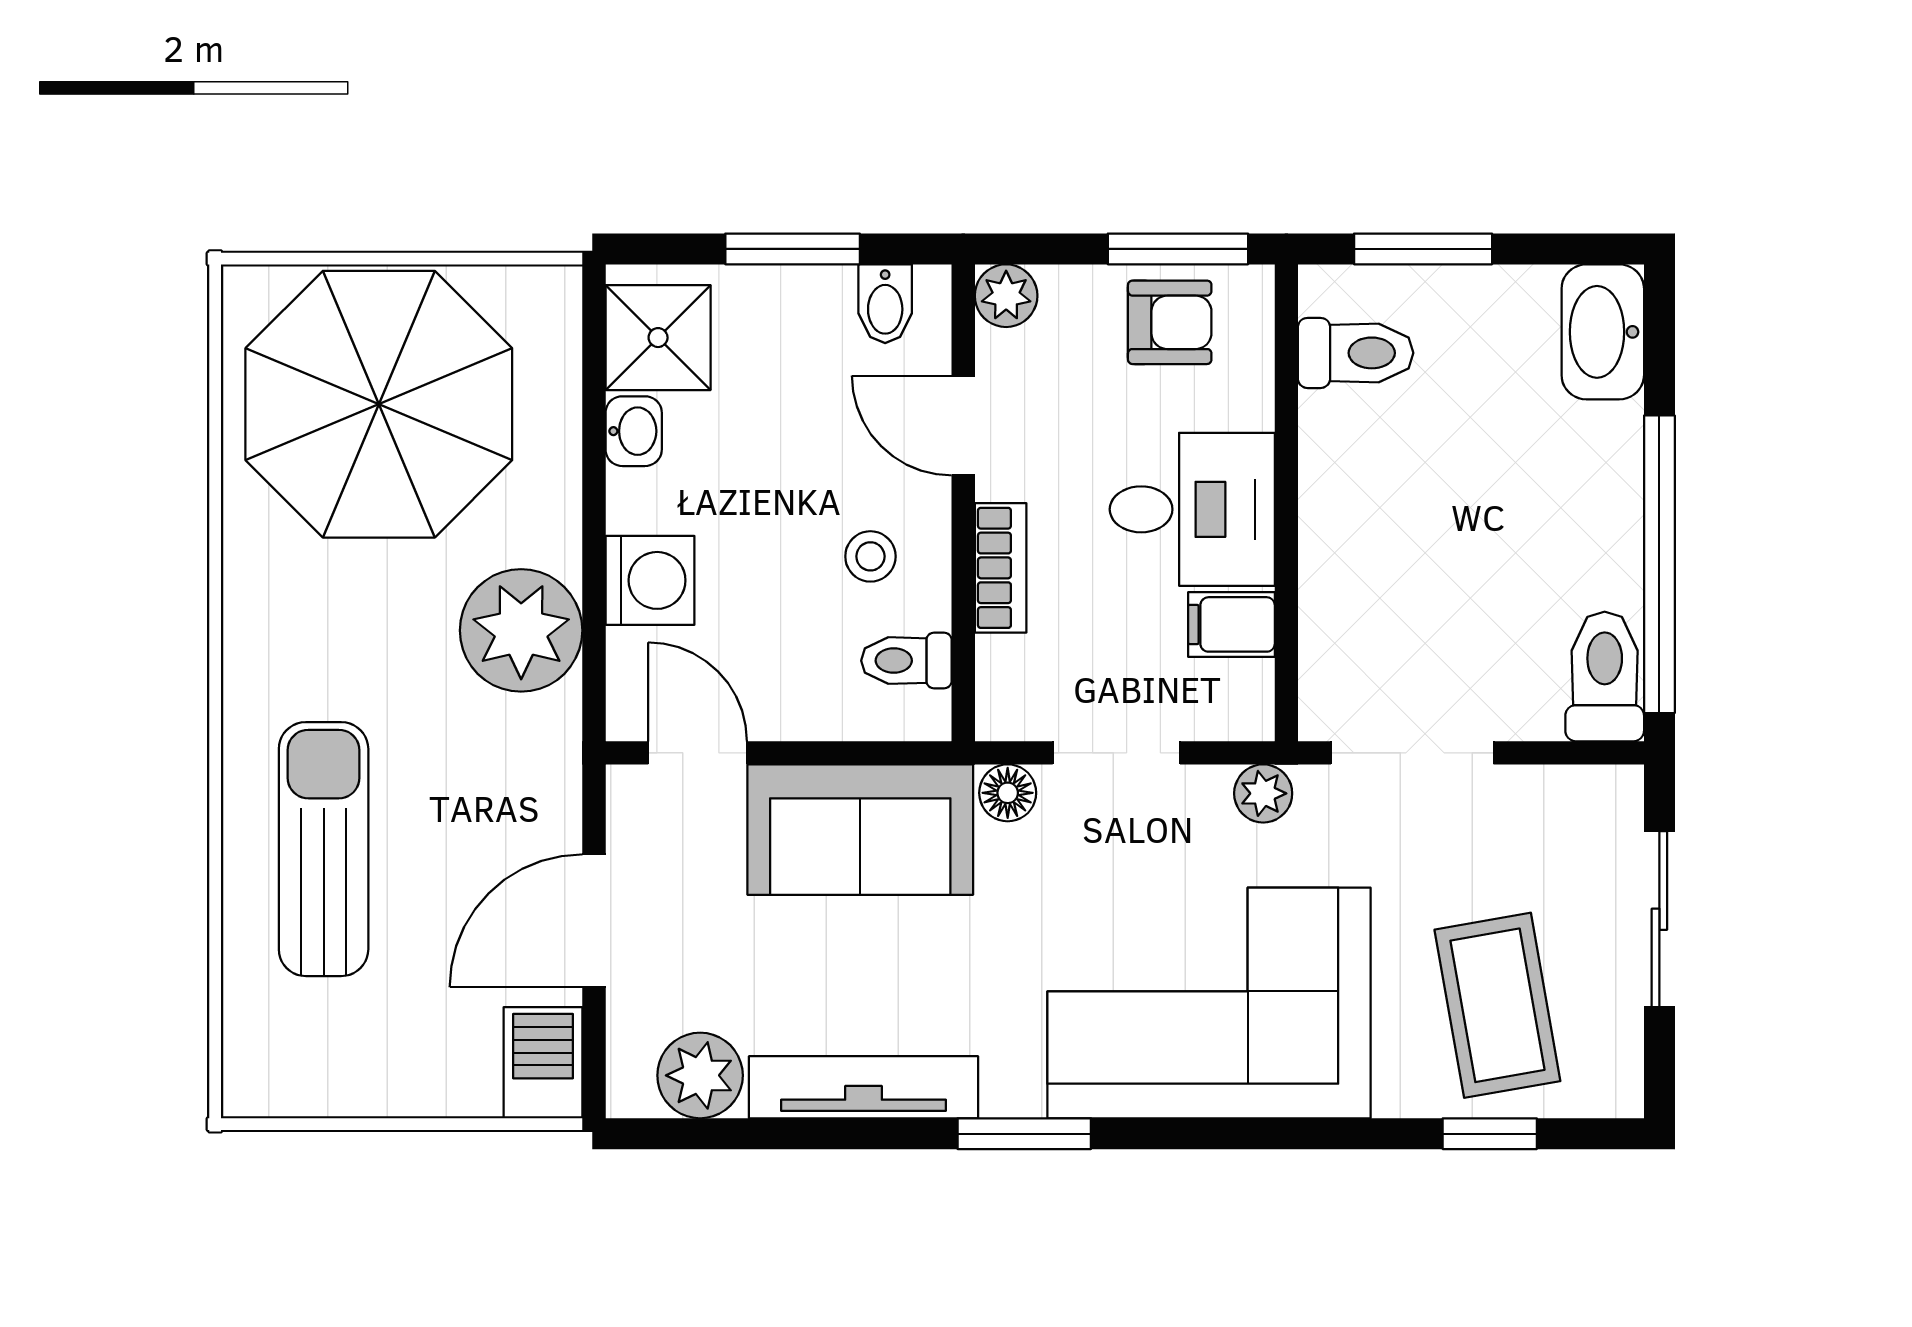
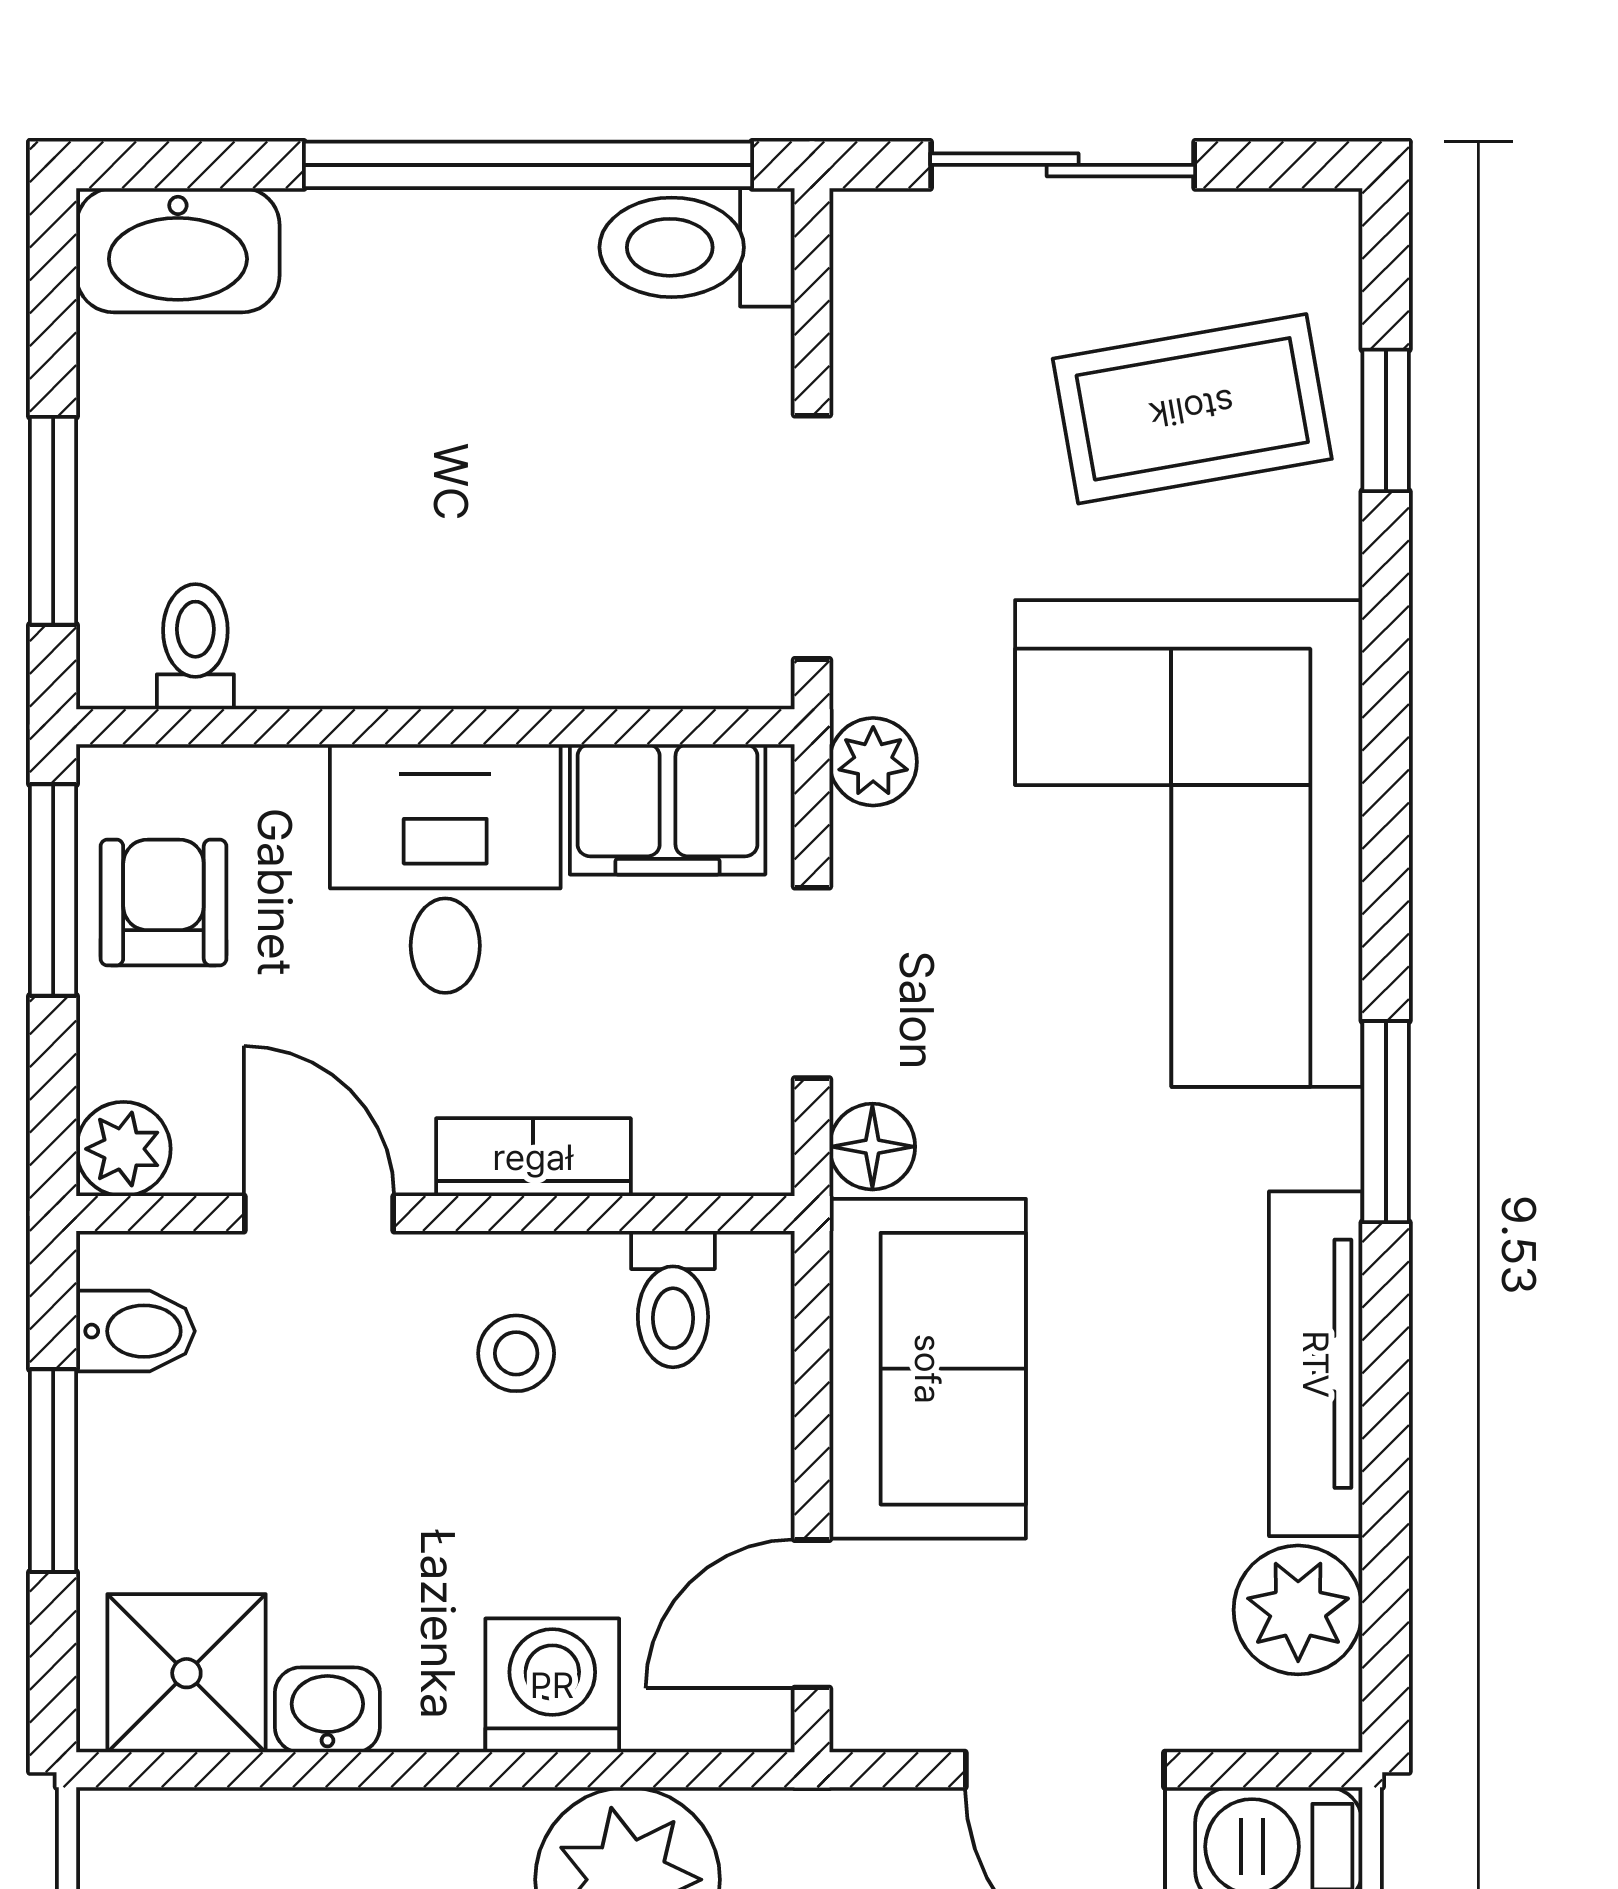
toilet: (1356, 353) -> (195, 647), width x0.73, depth x0.72
door: (963, 426) -> (319, 1214), swing flipped
filing cabinet: (1232, 624) -> (668, 809), width x2.00

